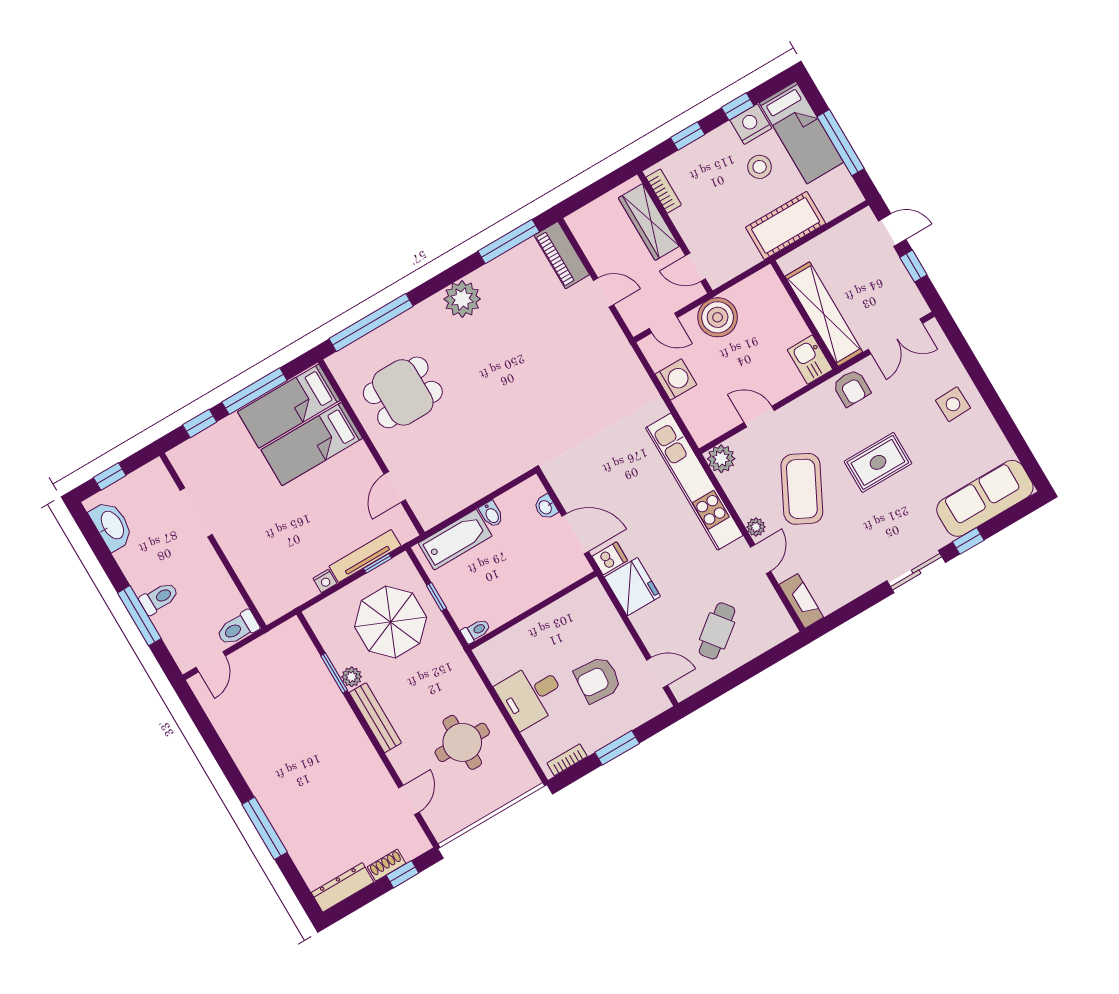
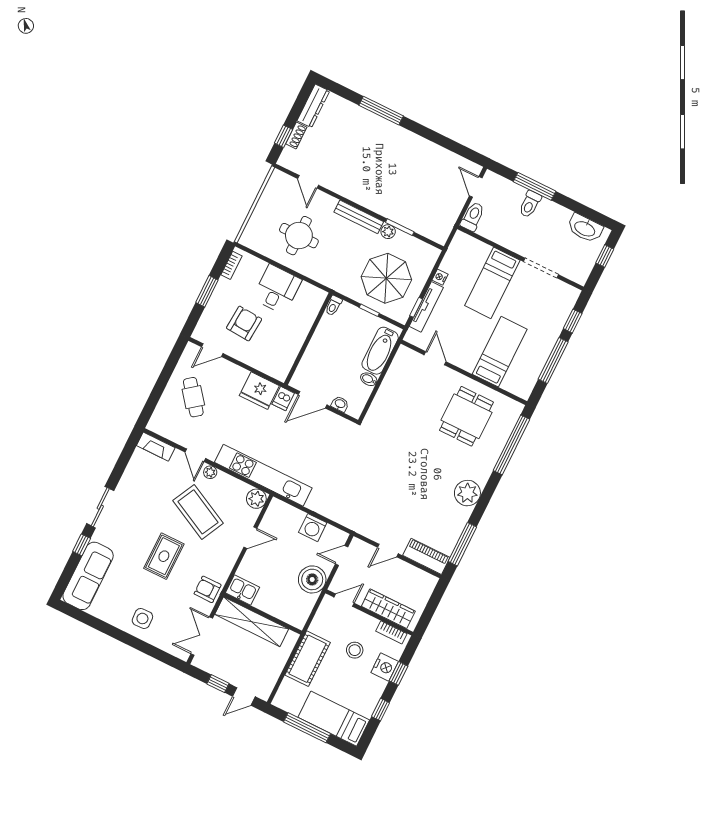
nightstand: (751, 124) -> (385, 667), moved
stool: (760, 167) -> (355, 650), moved
bed: (289, 406) -> (492, 283), moved, turned 180

